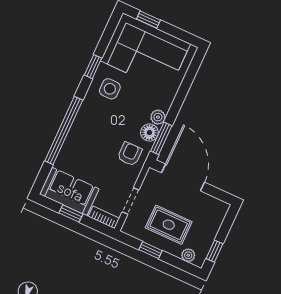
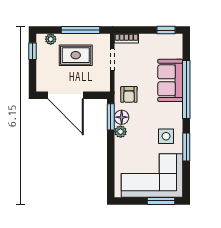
window: (148, 20) -> (161, 201), width x1.50
window: (93, 67) -> (186, 147), width x1.50
door: (183, 178) -> (66, 95), moved
sofa: (70, 192) -> (170, 80), moved, turned 90
window: (71, 214) -> (166, 30), moved
window: (150, 250) -> (81, 30), width x2.17

